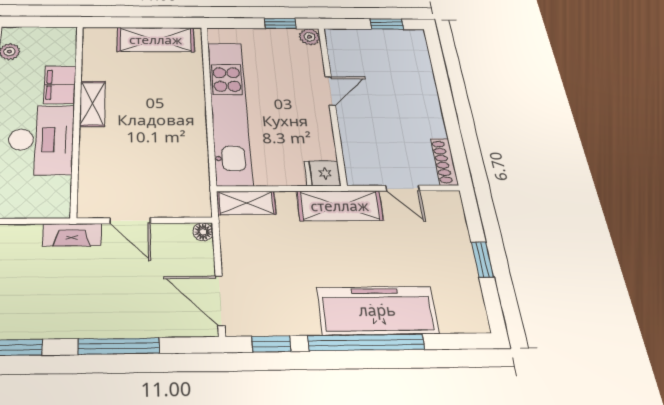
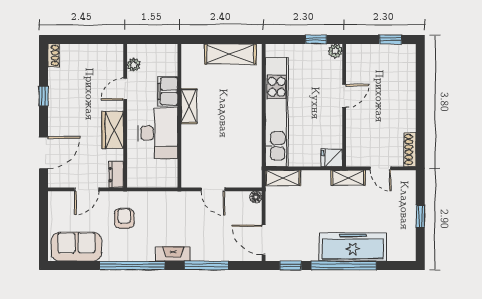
shelving: (340, 206) -> (348, 178), width x0.67, depth x0.75
fireplace: (72, 235) -> (173, 254), moved, turned 180

